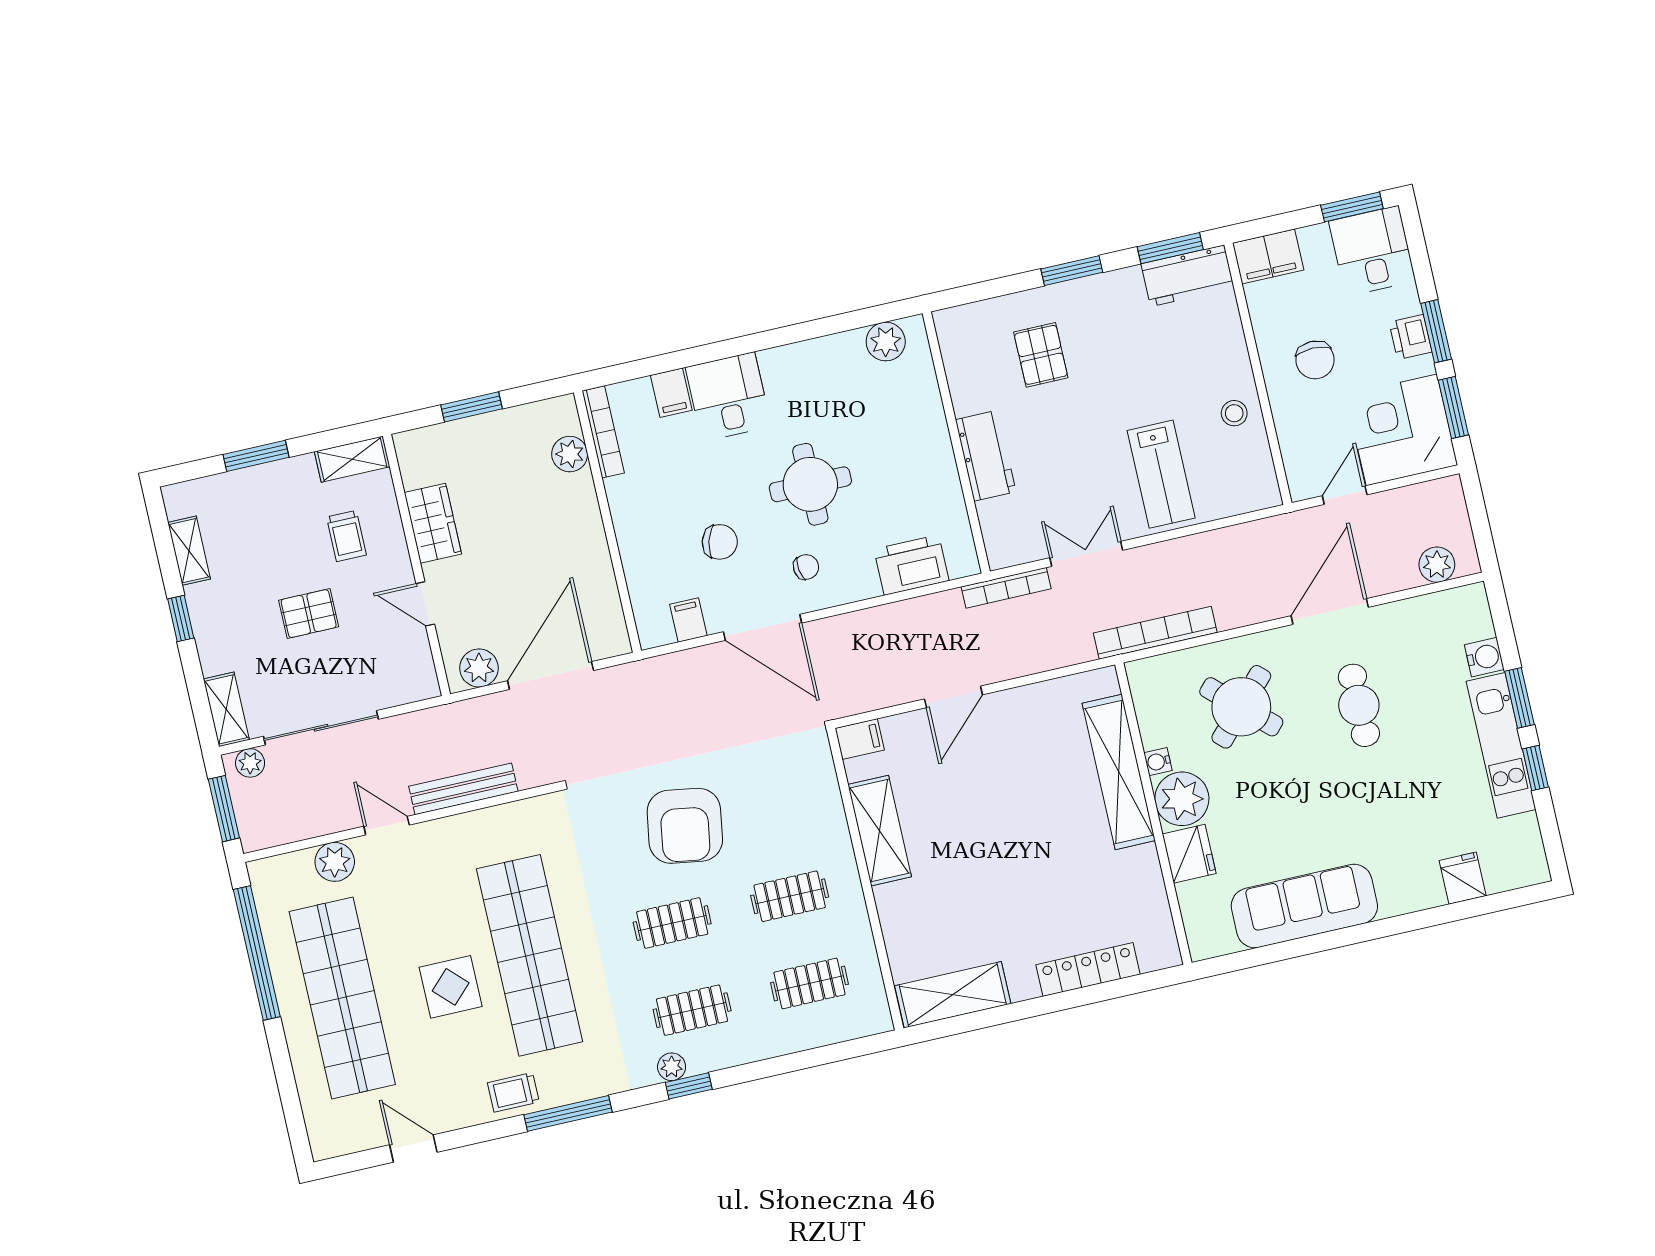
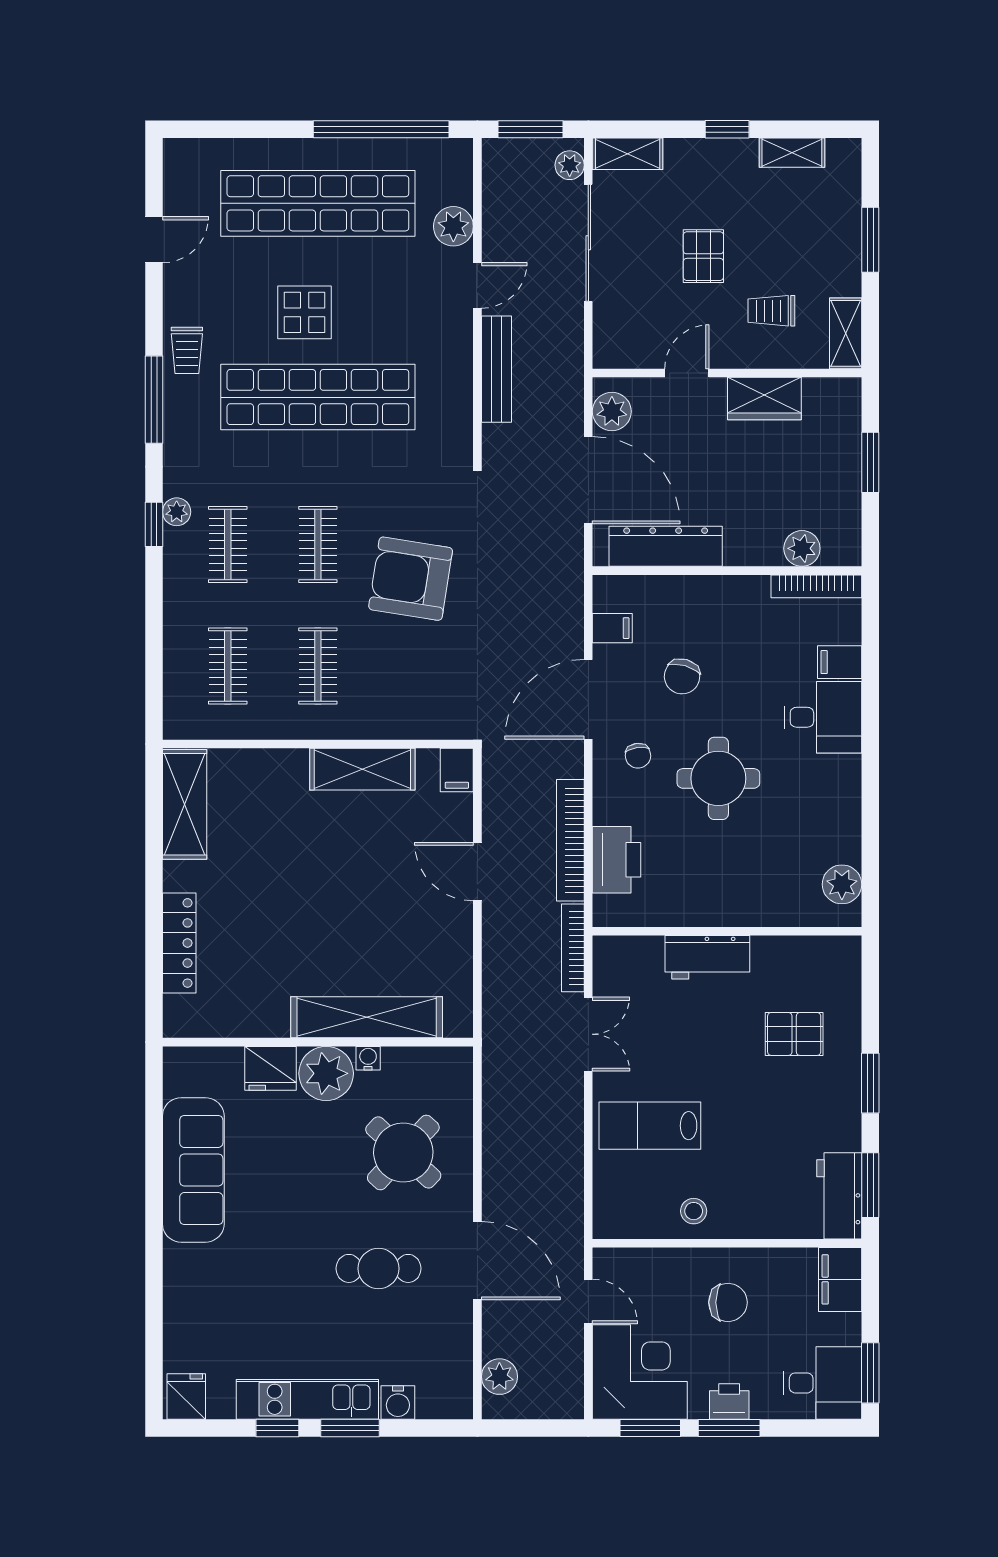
chair: (1315, 360) -> (728, 1302), turned 180
dresser: (598, 586) -> (666, 546), added
bookcase: (1155, 633) -> (570, 840), moved, turned 180
fridge: (1463, 878) -> (186, 1397), moved, turned -90
trolley: (513, 1092) -> (187, 350), turned 180

